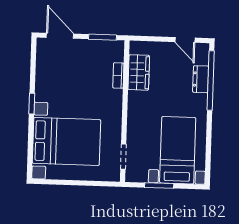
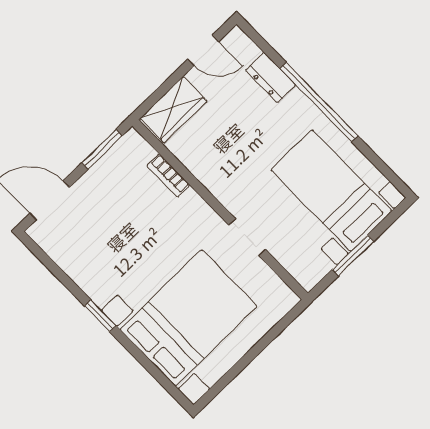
wardrobe: (139, 72) -> (173, 110), moved, turned 90
window: (211, 81) -> (319, 102), moved
doorway: (123, 156) -> (247, 237), moved

